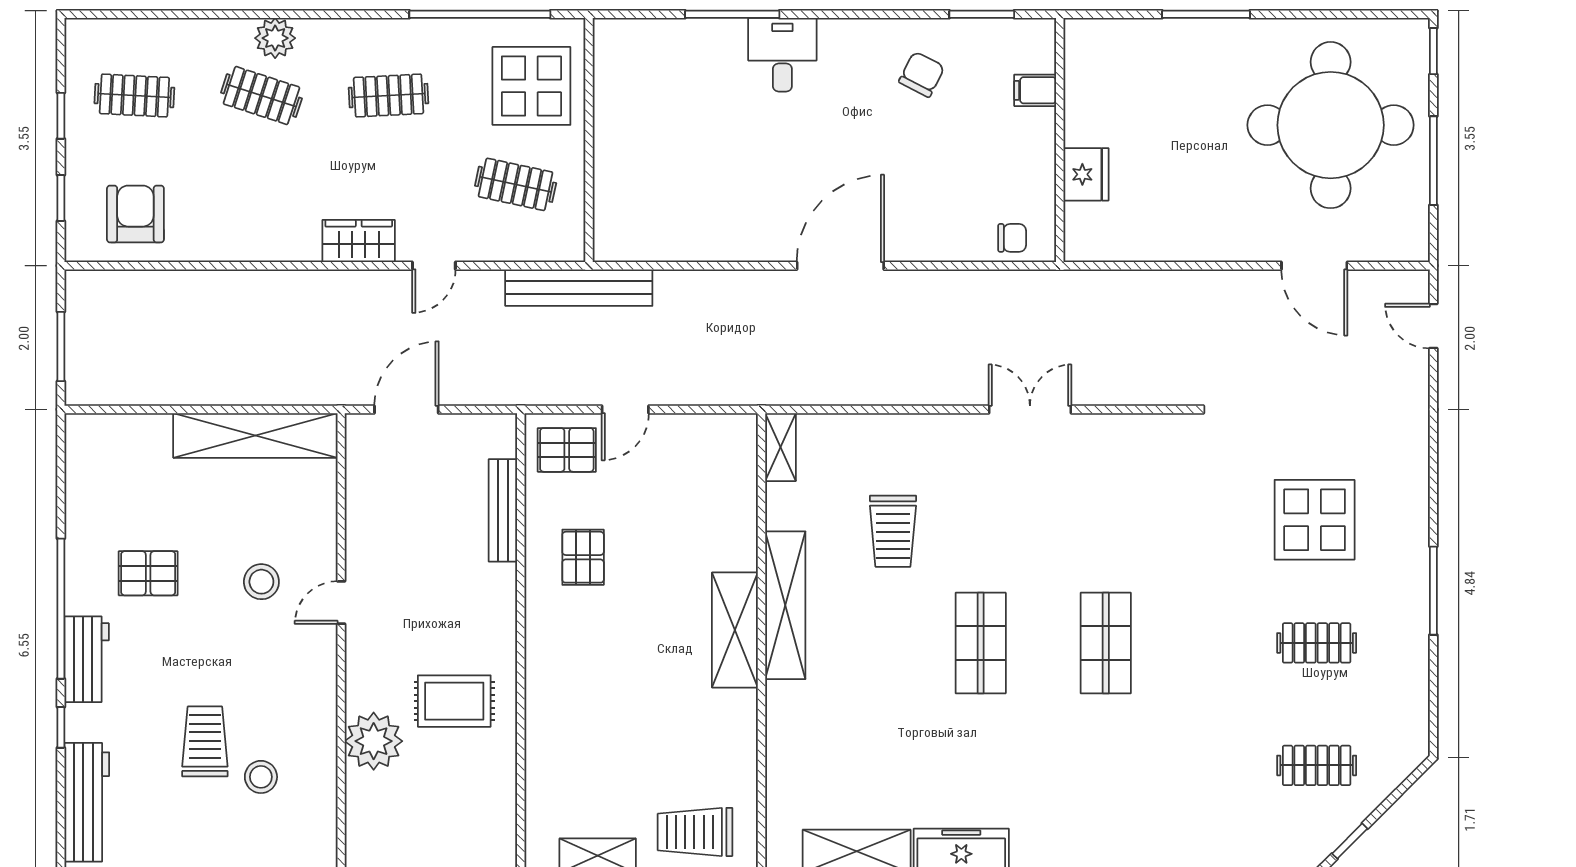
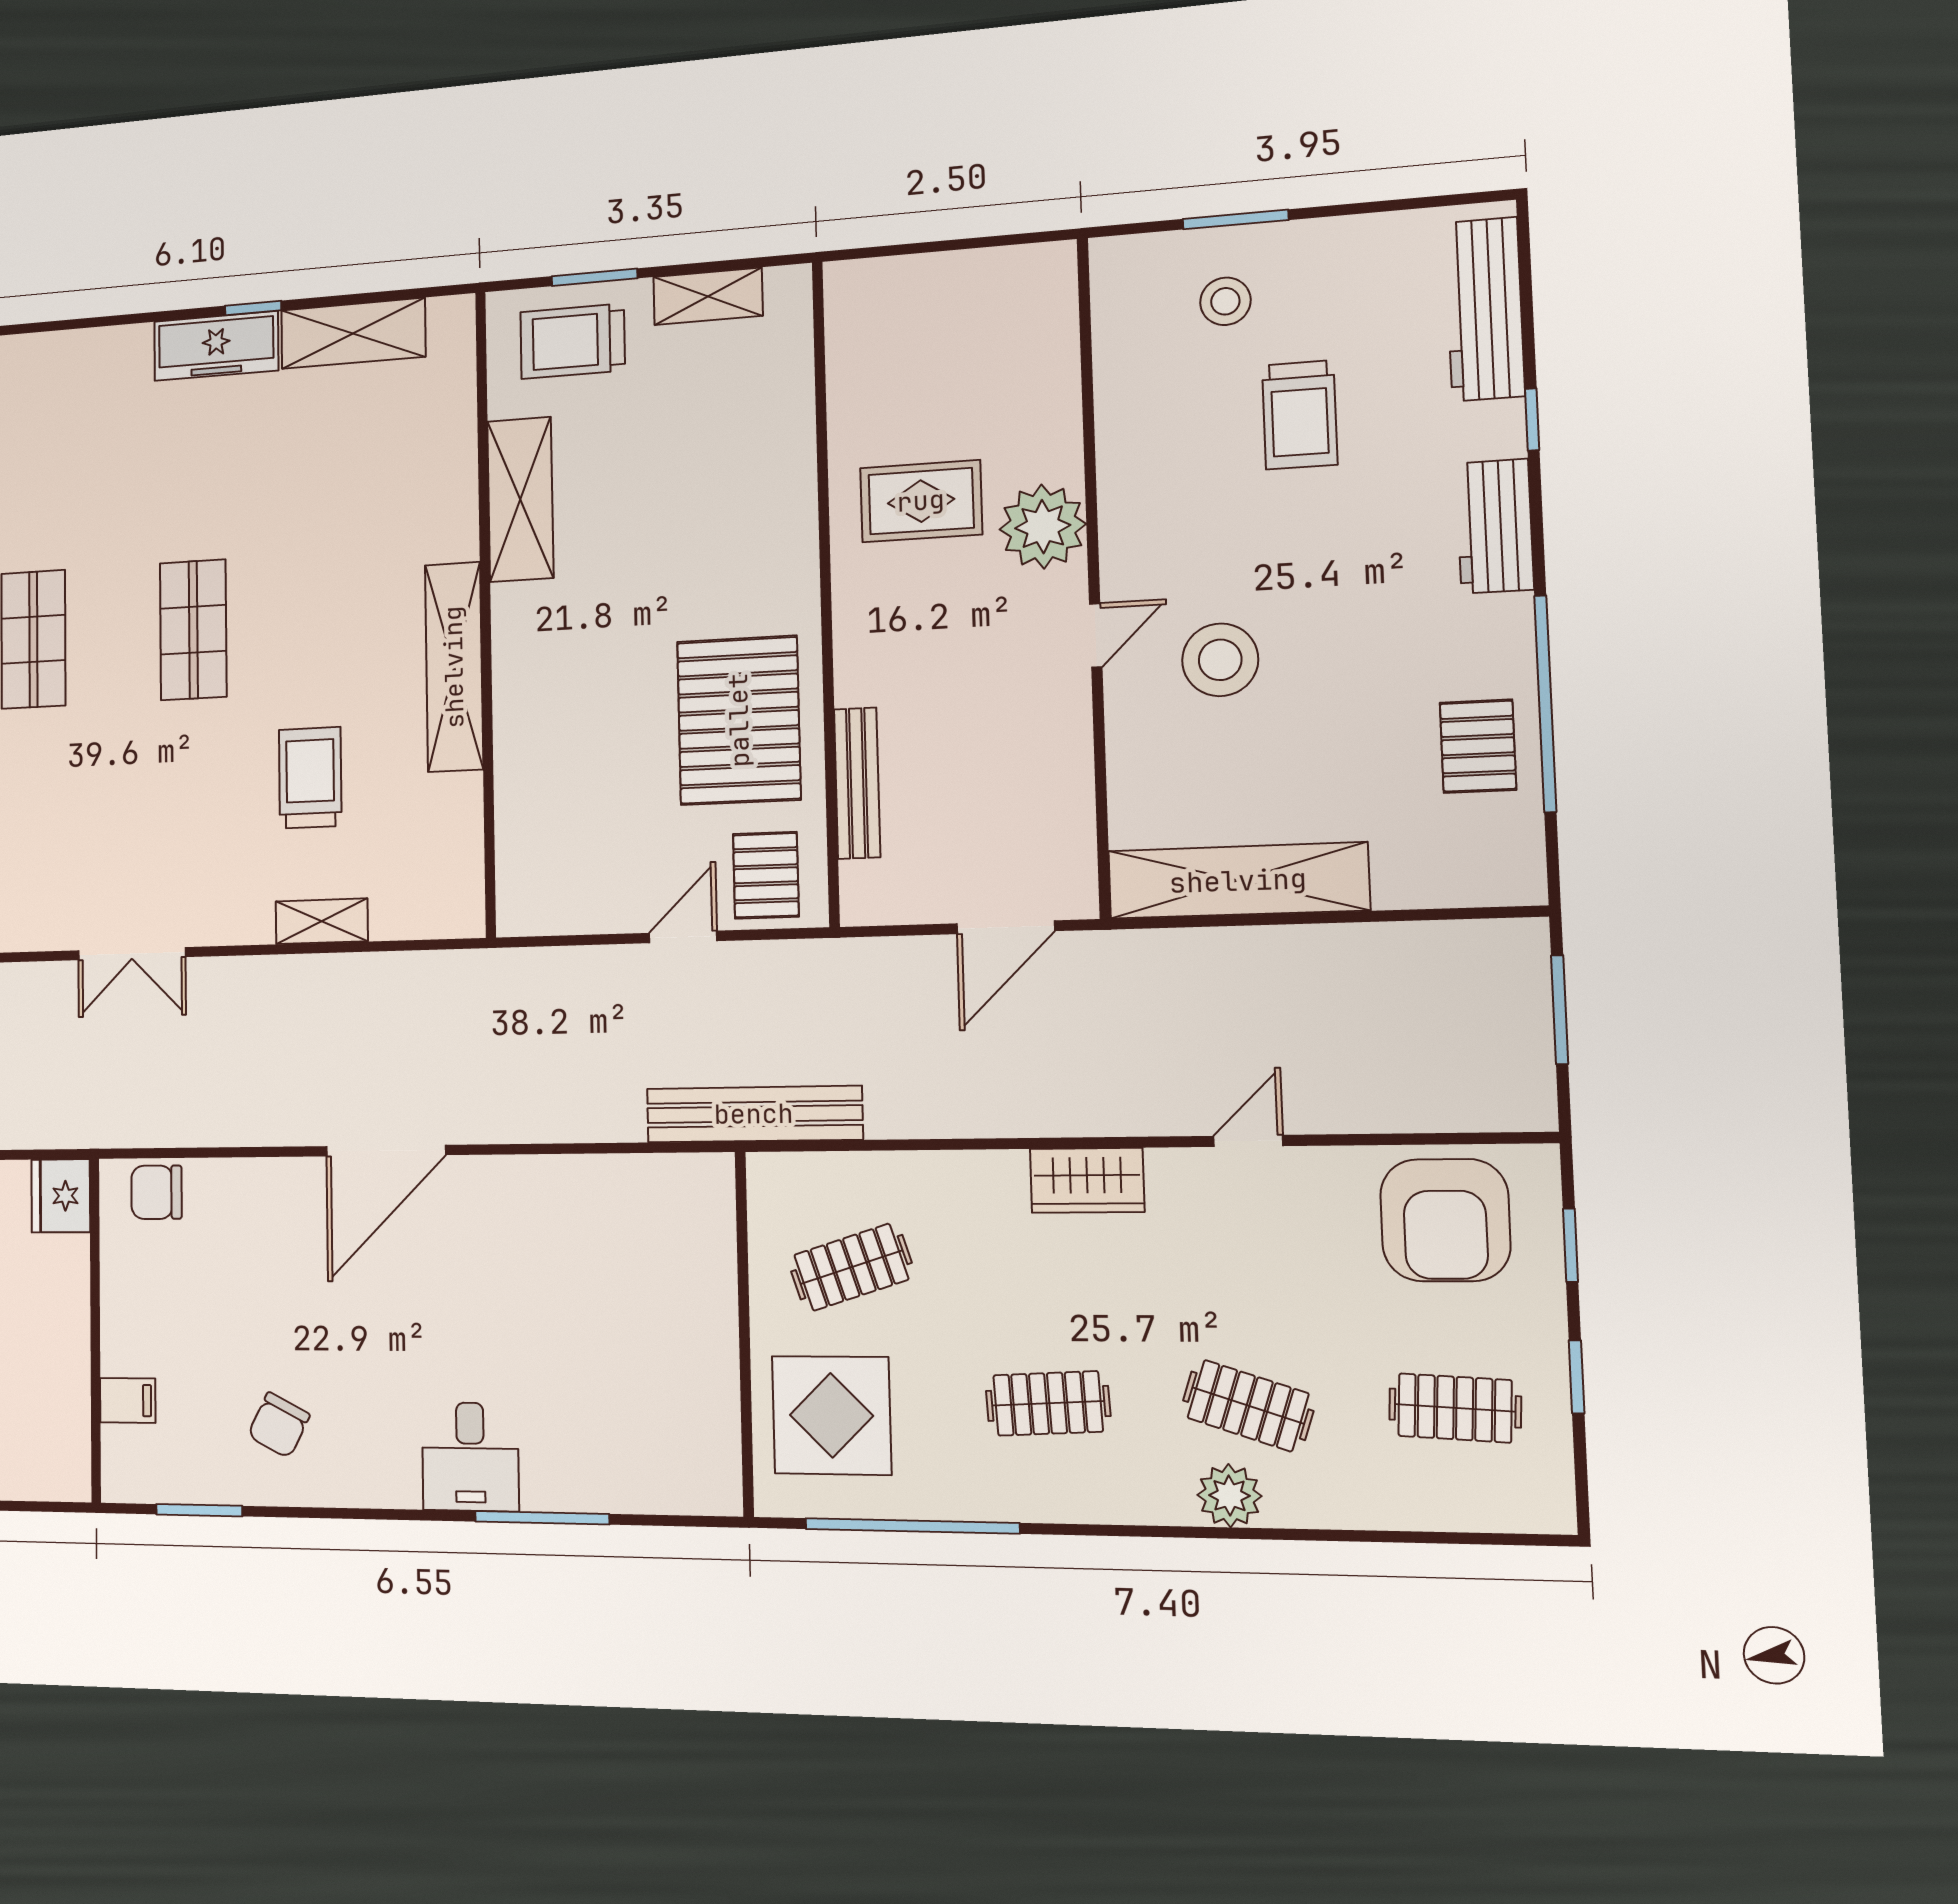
fridge: (1086, 174) -> (61, 1196), moved
clothes rail: (516, 184) -> (851, 1267), turned -30
armchair: (135, 214) -> (1445, 1220), width x1.36, depth x1.36
chair: (1012, 238) -> (157, 1192), width x1.37, depth x1.37
door: (434, 266) -> (1248, 1141), moved
shelving: (780, 447) -> (322, 921), moved, turned 90
pallet: (567, 450) -> (766, 875), turned 90
pallet: (583, 557) -> (739, 720), width x2.05, depth x2.00
pallet: (148, 573) -> (1478, 746), moved, turned 90
stool: (261, 582) -> (1220, 660), width x1.38, depth x1.38
window: (61, 609) -> (1545, 704), moved
shelving: (735, 630) -> (520, 499), moved
plant: (374, 741) -> (1043, 527), moved
stool: (261, 777) -> (1225, 301), moved
trolley: (695, 832) -> (572, 341), turned 180

